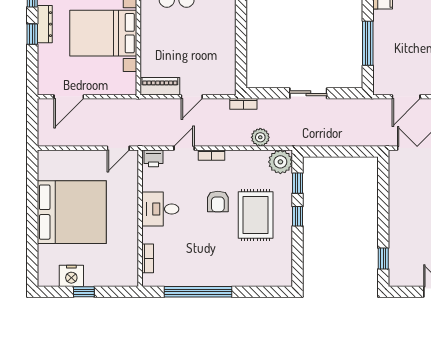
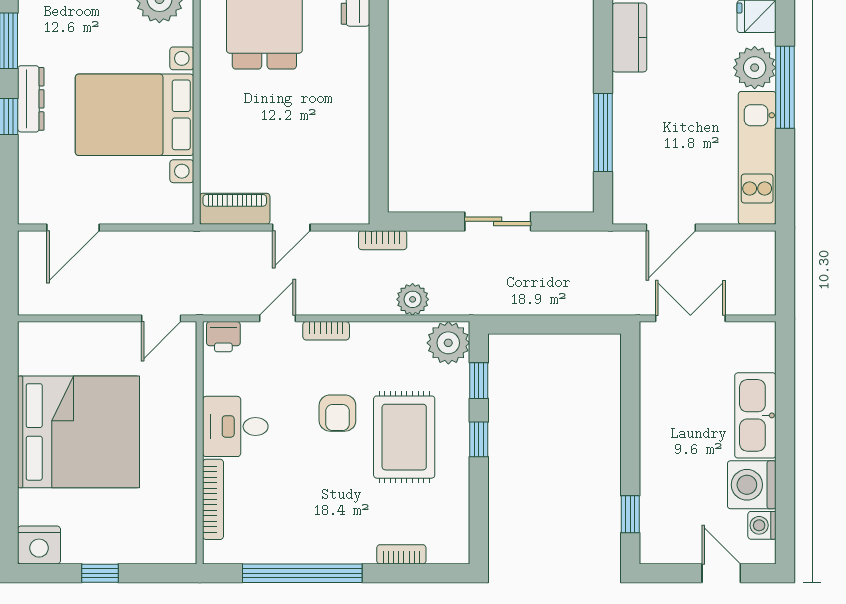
bookcase: (148, 258) -> (213, 499), width x1.56
nightstand: (71, 276) -> (39, 545), moved
bookcase: (254, 281) -> (401, 554), added

